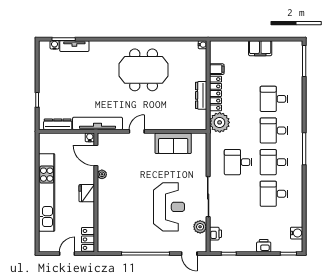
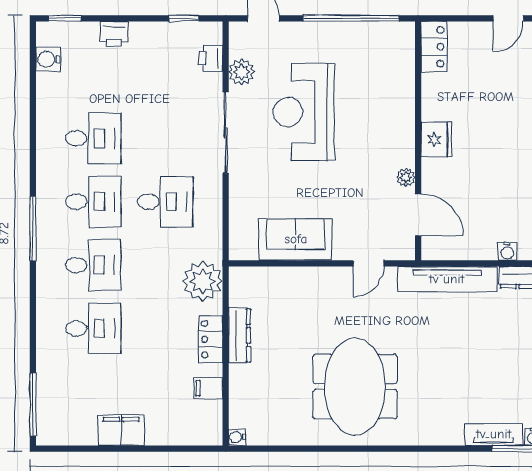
meeting table: (144, 70) -> (355, 387), turned 90
locker: (216, 93) -> (211, 339), width x0.66
water cooler: (90, 137) -> (507, 251), moved
door: (96, 156) -> (418, 215), moved
plant: (102, 174) -> (406, 177), moved
wall: (96, 192) -> (418, 141), moved
fridge: (87, 193) -> (436, 139), moved
locker: (88, 239) -> (434, 47), moved

